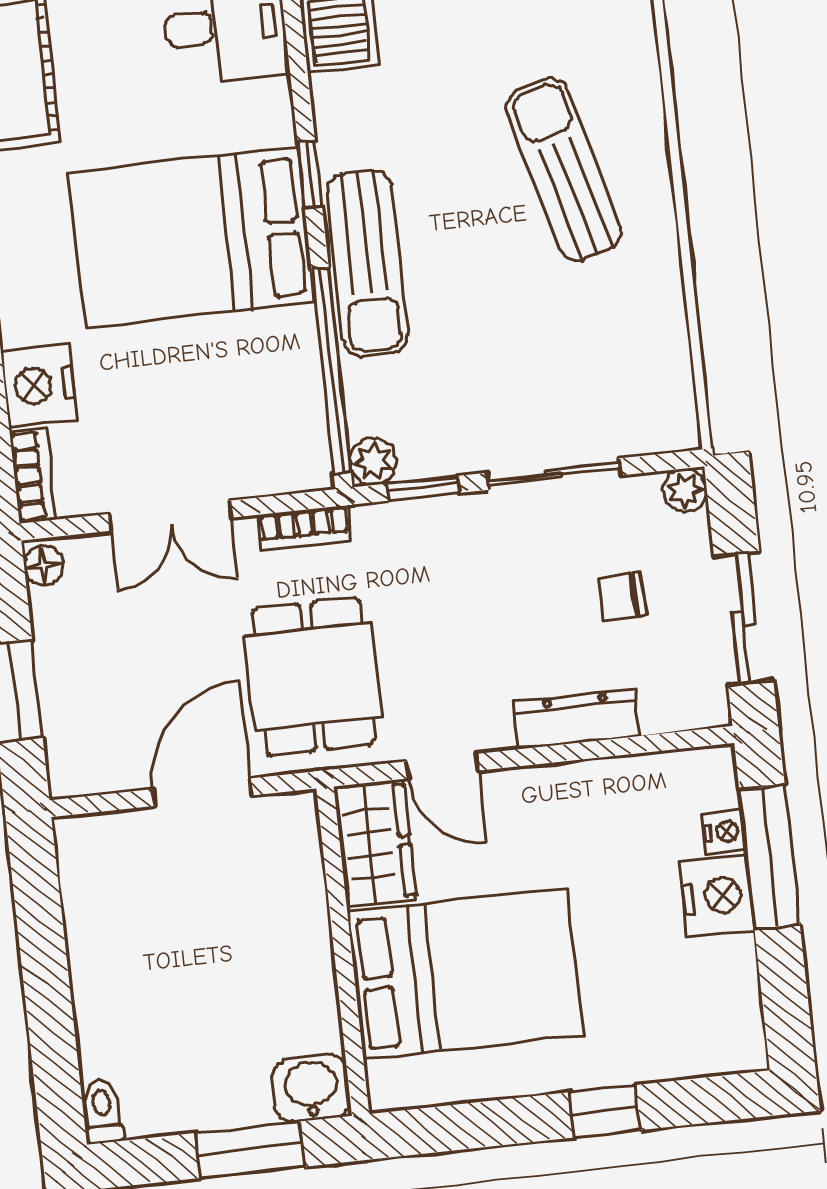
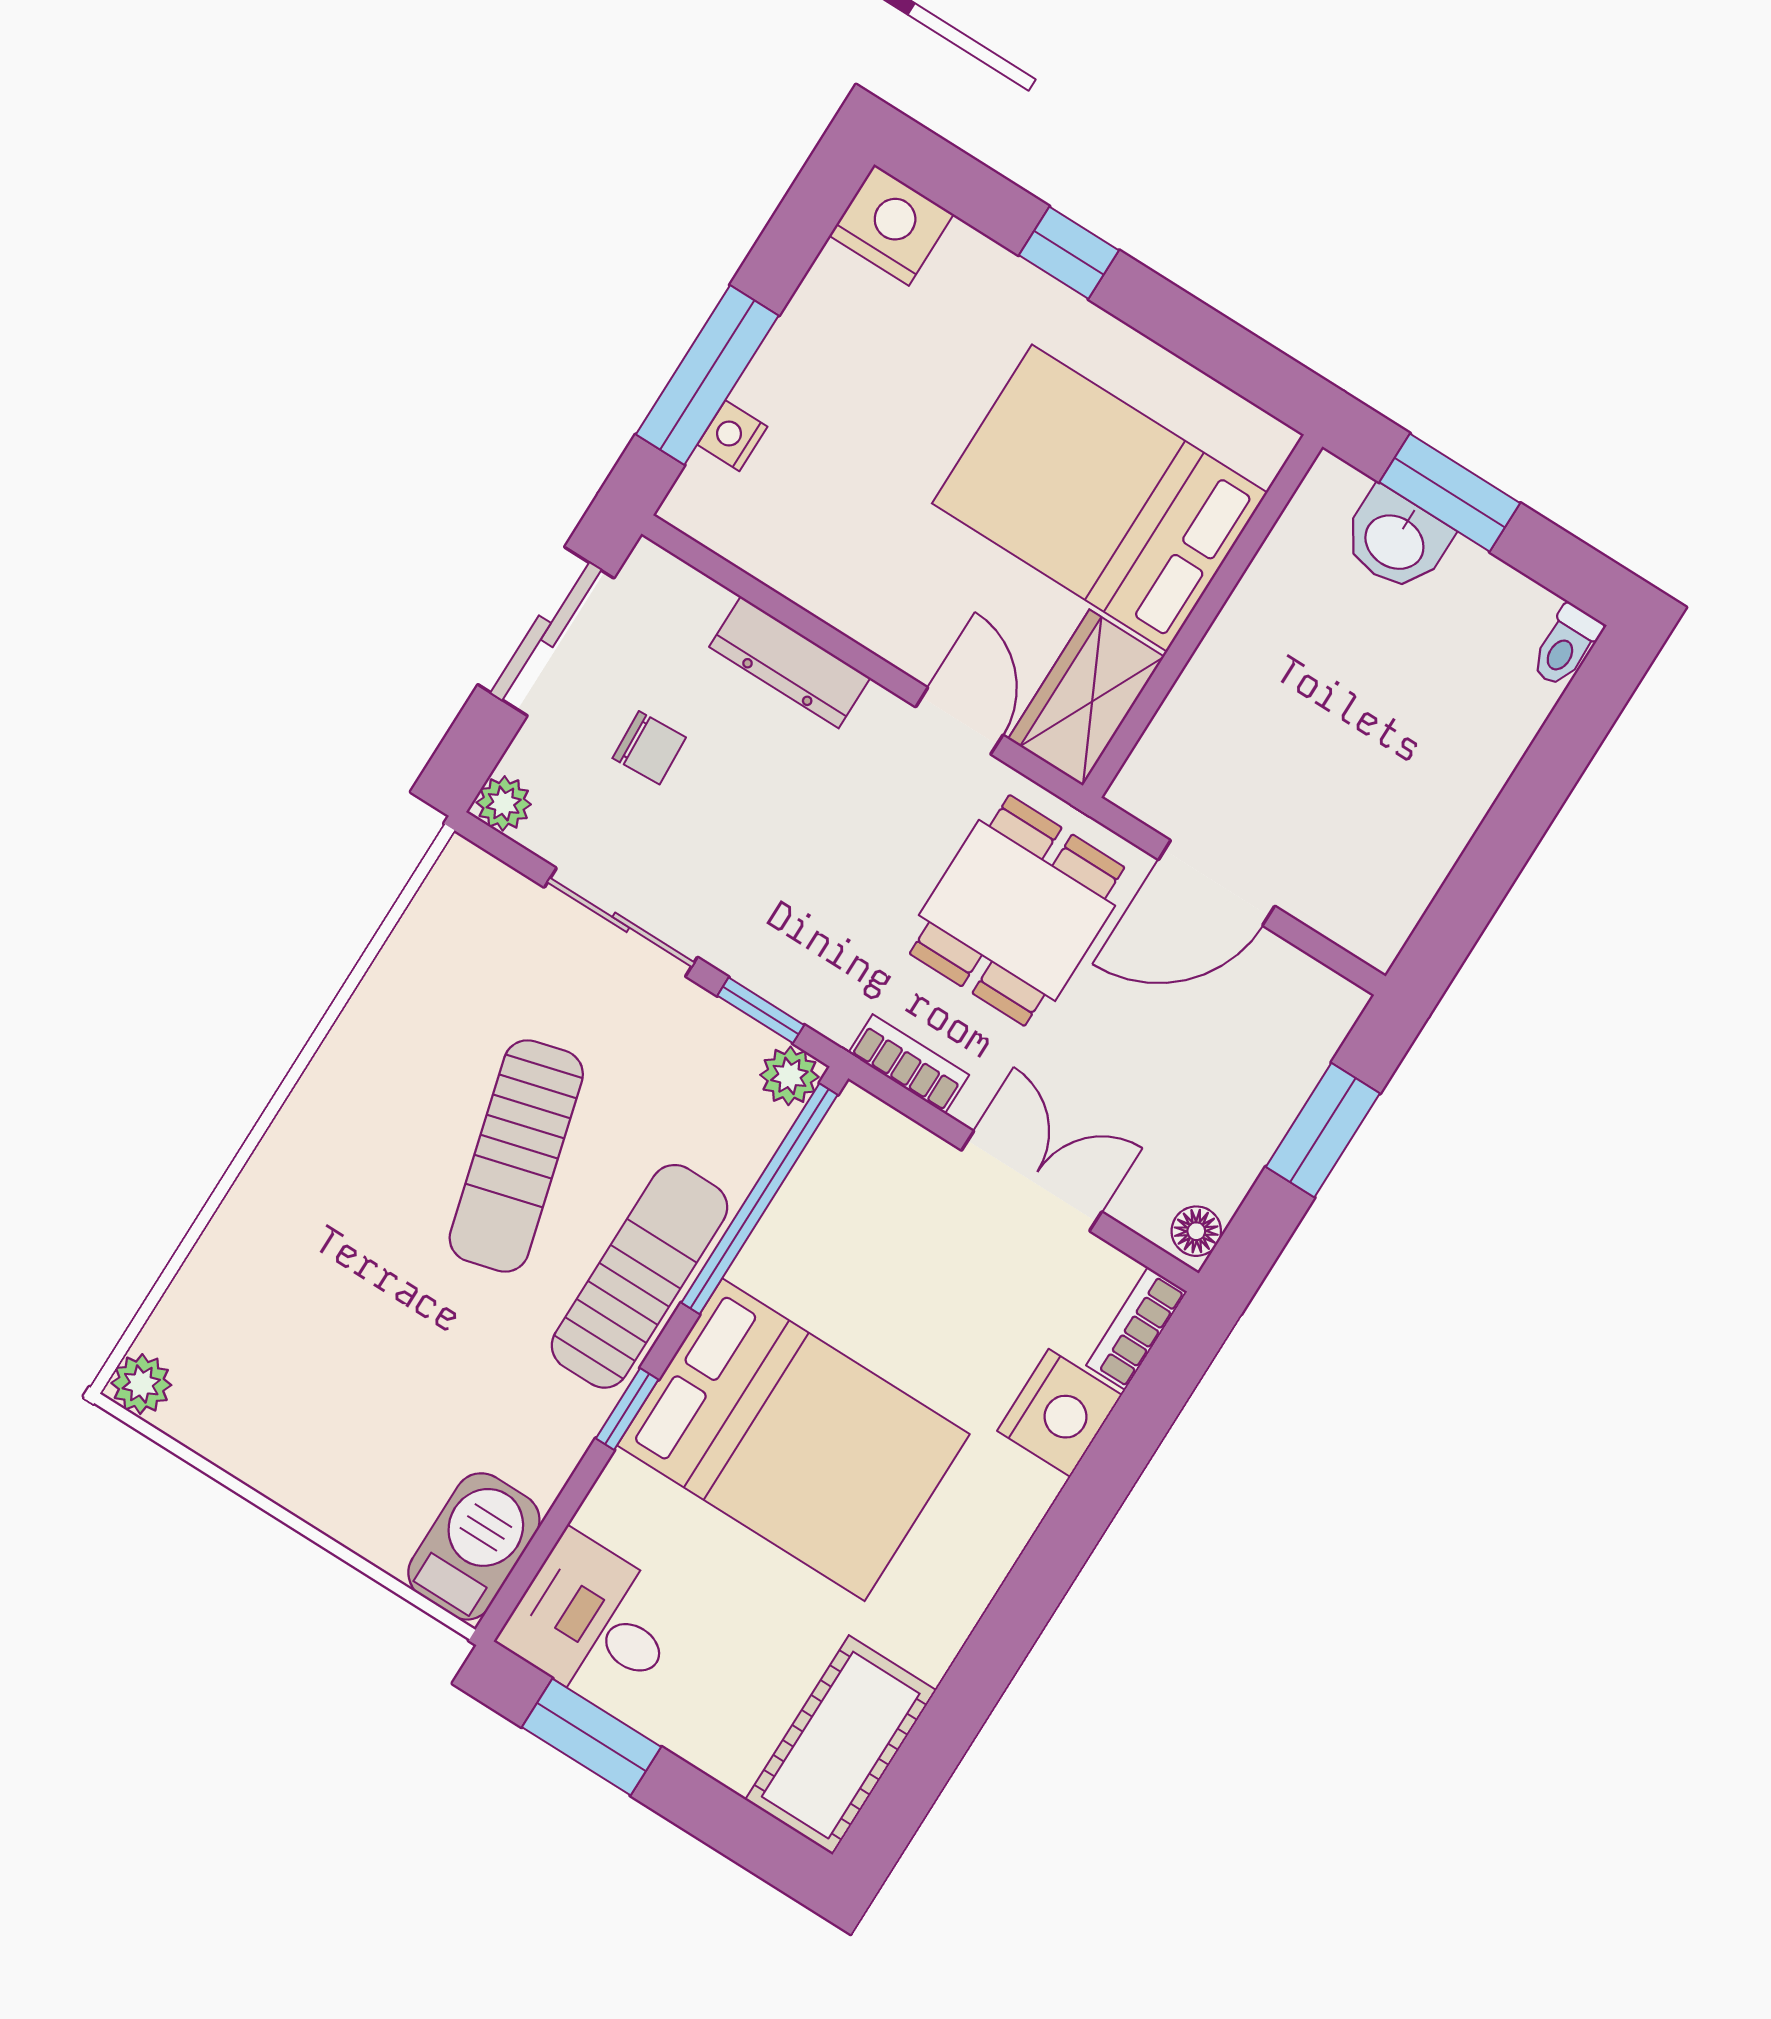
sun lounger: (564, 170) -> (516, 1156), moved
nightstand: (717, 896) -> (891, 225), moved, turned 90
washbasin: (311, 1088) -> (1396, 540), moved

